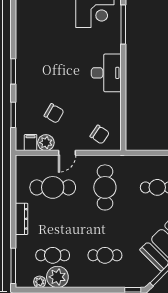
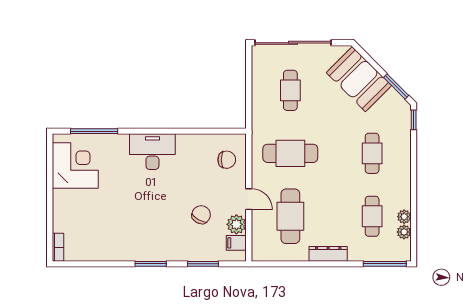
chair: (100, 135) -> (227, 160), turned 56
plant: (57, 277) -> (404, 217), width x0.53, depth x0.53

